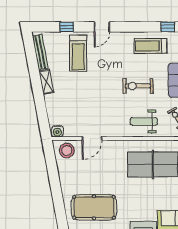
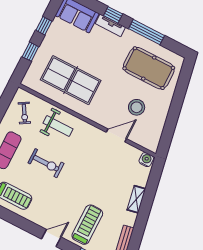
shelving: (46, 82) -> (136, 199), moved
stool: (67, 151) -> (137, 107), moved

